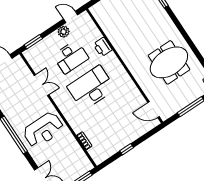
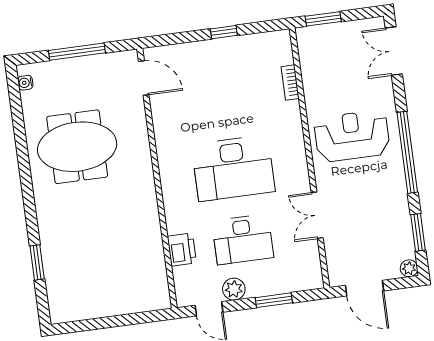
window: (33, 42) -> (274, 300), moved
printer: (103, 47) -> (182, 250), moved
desk: (71, 57) -> (243, 239), turned 180

